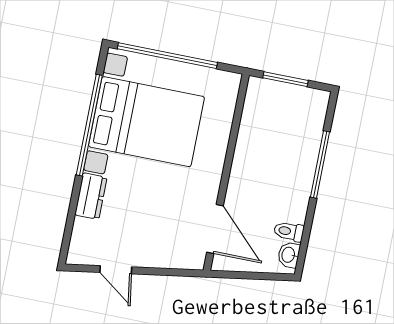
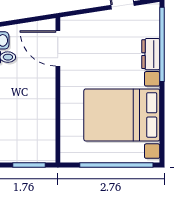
window: (89, 125) -> (162, 44), moved

